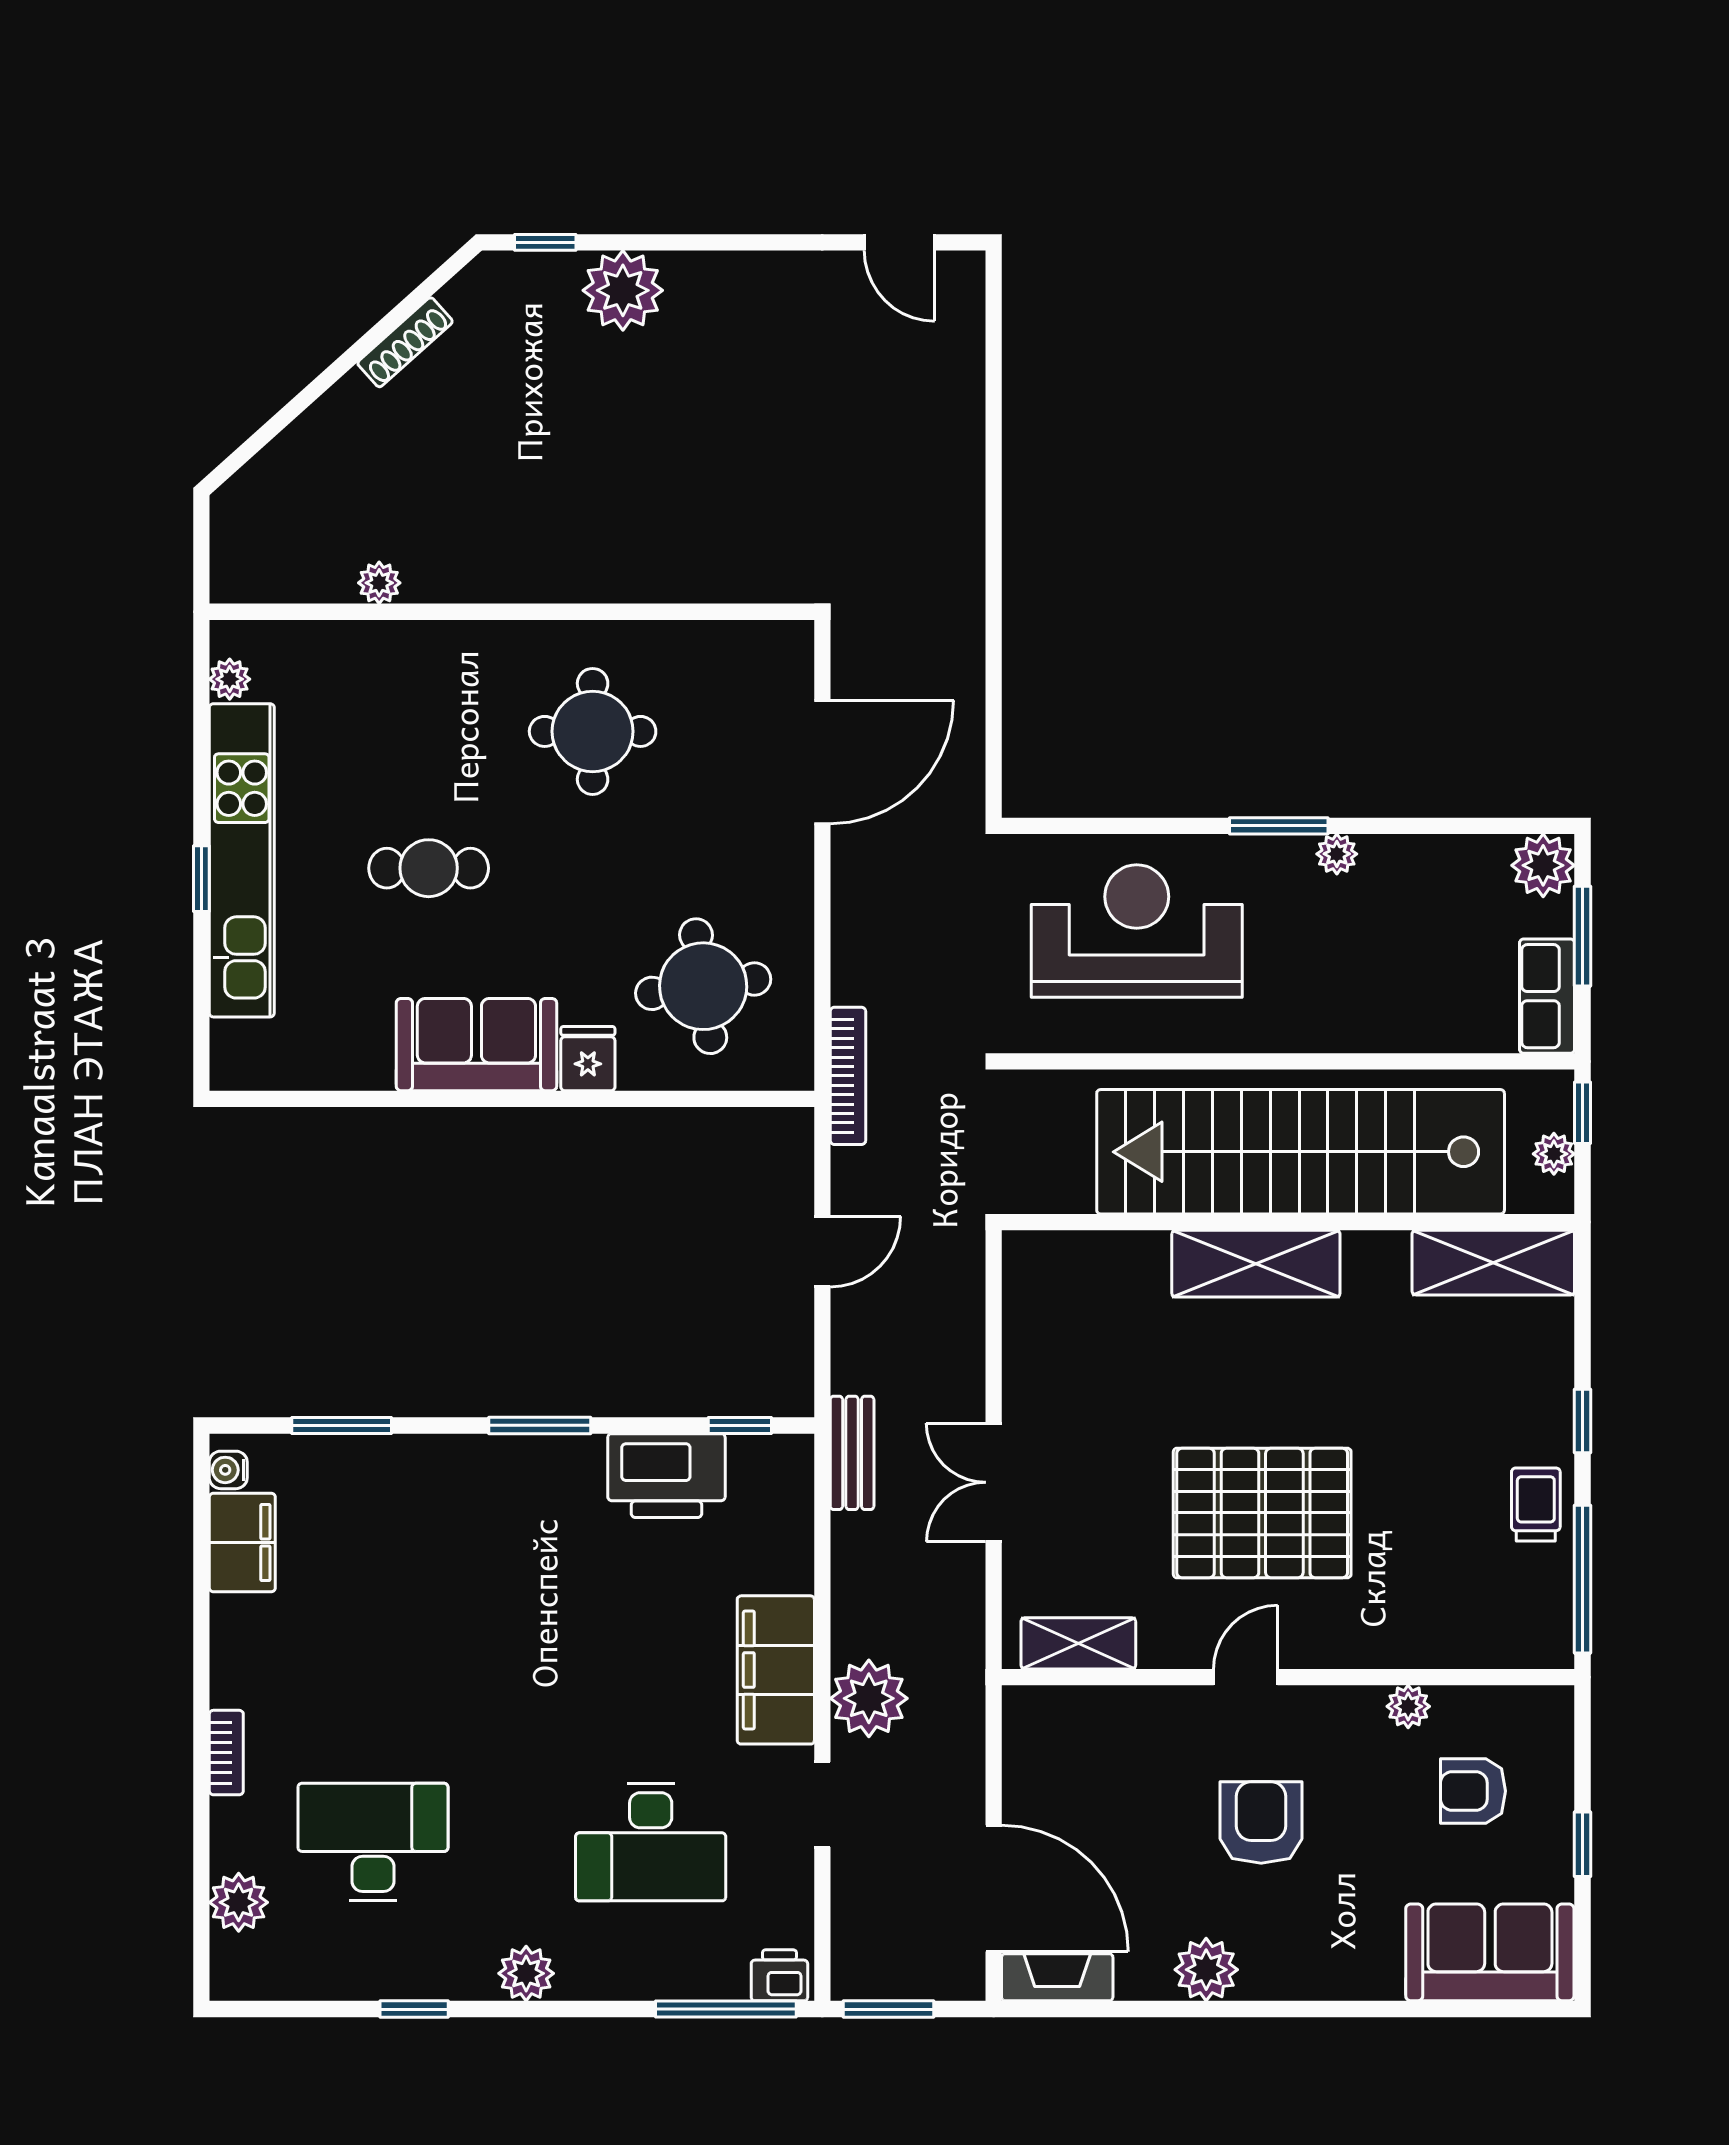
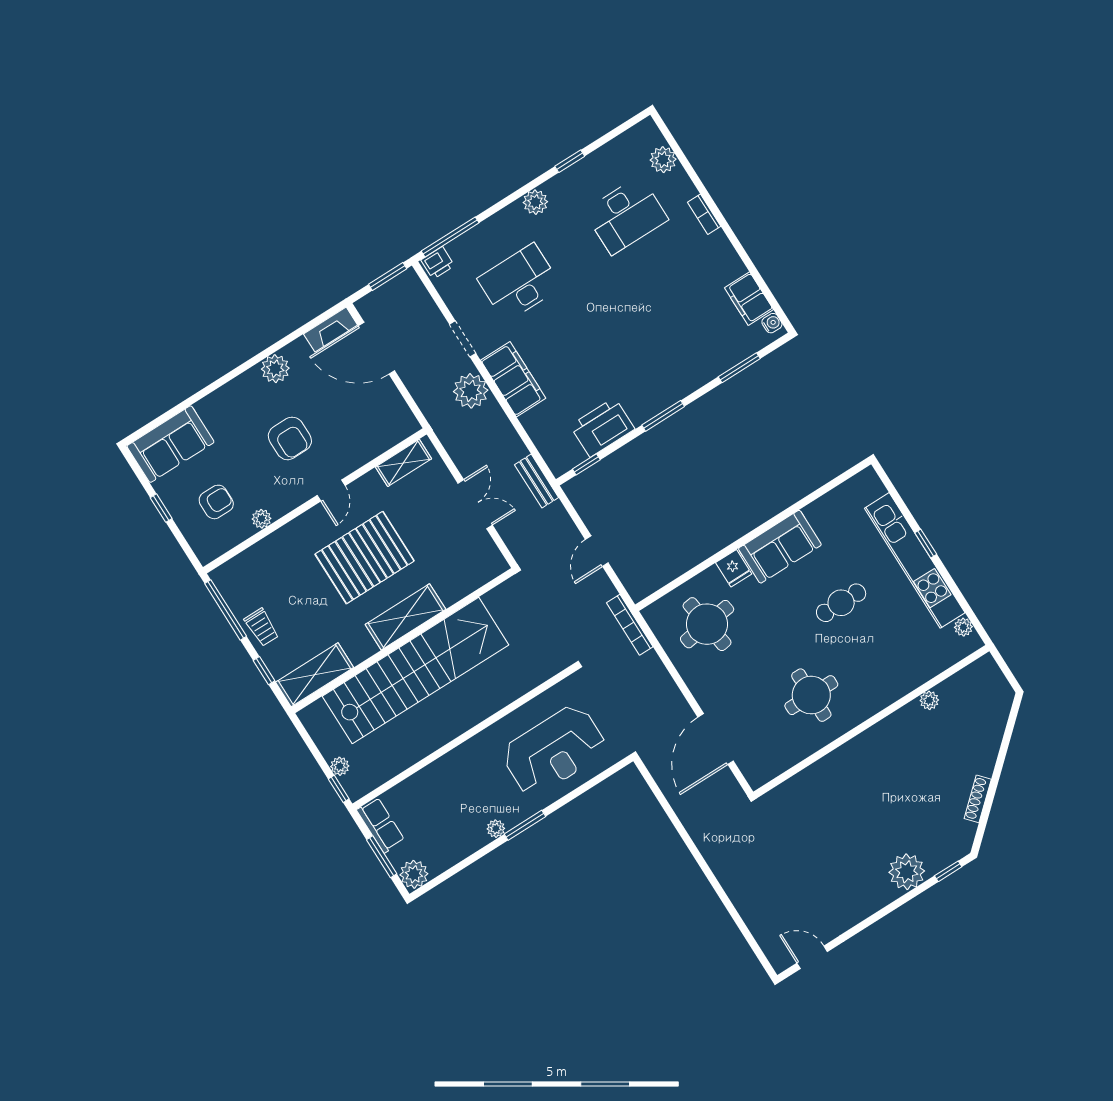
stairs: (1301, 1152) -> (415, 671), moved
wall: (1288, 1222) -> (403, 641), moved
shelving: (1493, 1263) -> (315, 675), moved
shelving: (1256, 1264) -> (405, 617), moved

